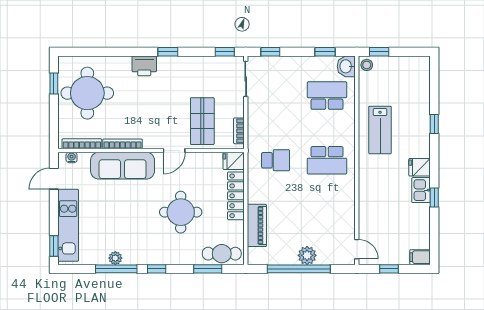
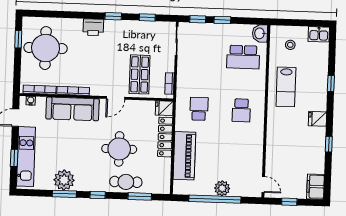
window: (225, 52) -> (147, 17), moved
window: (325, 52) -> (222, 20), moved
window: (379, 52) -> (287, 22), removed
stool: (367, 65) -> (290, 45), moved
school desk: (327, 96) -> (243, 57), turned 180
school desk: (276, 160) -> (199, 109), turned -90
school desk: (327, 160) -> (241, 110), width x0.54
kitchen sink: (421, 190) -> (319, 34), moved, turned -90
piano: (257, 225) -> (184, 156), width x1.37, depth x1.33
window: (54, 246) -> (14, 158), moved
cafe table: (222, 254) -> (126, 182), moved
filing cabinet: (420, 257) -> (316, 187), width x2.00
plant: (115, 258) -> (64, 180), width x1.88, depth x1.88
window: (116, 269) -> (64, 194), width x0.69

